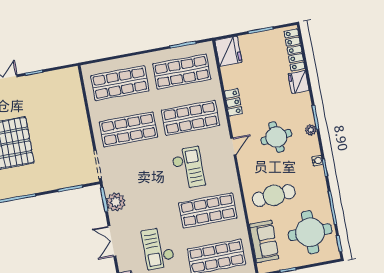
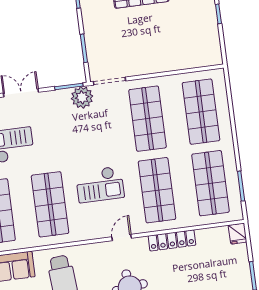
fridge: (228, 51) -> (238, 234), width x0.53, depth x0.75
locker: (233, 102) -> (172, 240), width x1.53
door: (233, 146) -> (122, 237), swing flipped
plant: (116, 202) -> (82, 97), moved

